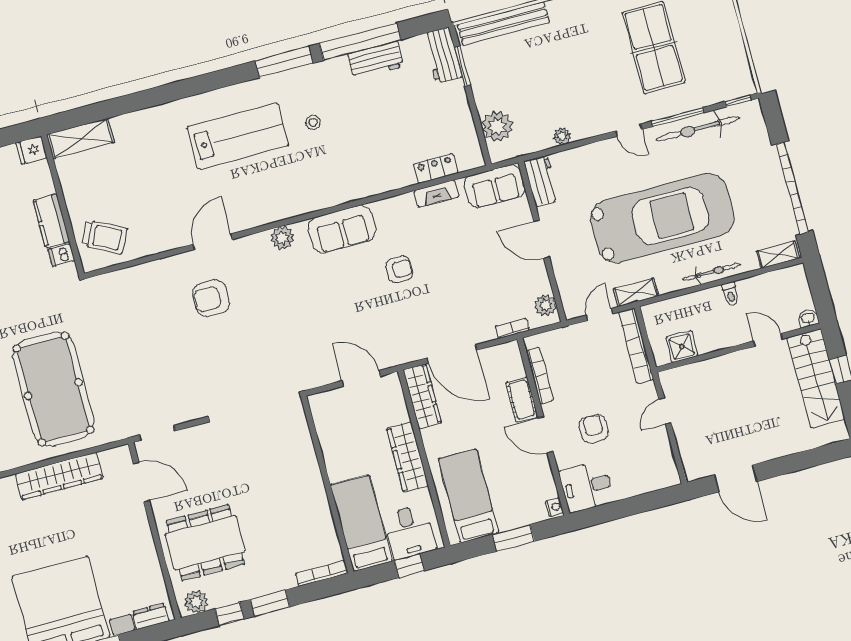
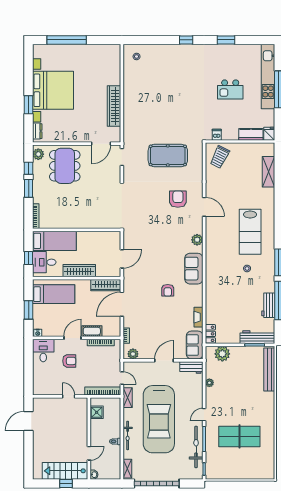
workbench: (443, 55) -> (257, 337), width x1.37
shelving: (81, 139) -> (269, 172), moved
locker: (436, 169) -> (210, 334), moved
kitchen counter: (51, 221) -> (251, 134), moved
pool table: (53, 389) -> (168, 155), moved, width x0.73, depth x0.76

